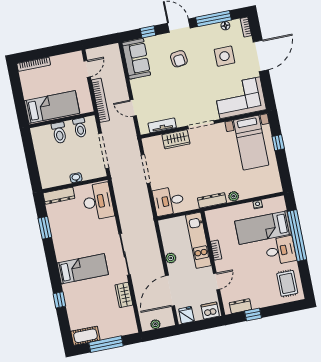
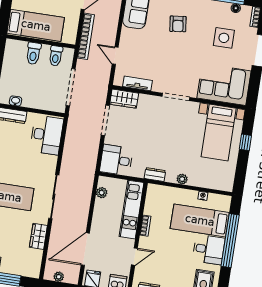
wardrobe: (176, 139) -> (124, 99), moved
washbasin: (76, 178) -> (16, 101), moved
dresser: (212, 200) -> (155, 174), width x0.70
plant: (171, 258) -> (102, 193), moved

